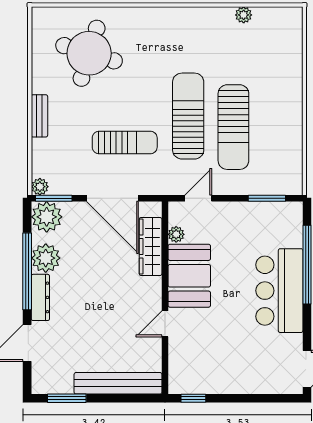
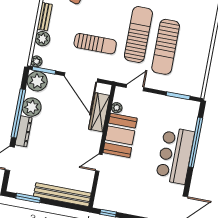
plant: (43, 150) -> (42, 39), added

